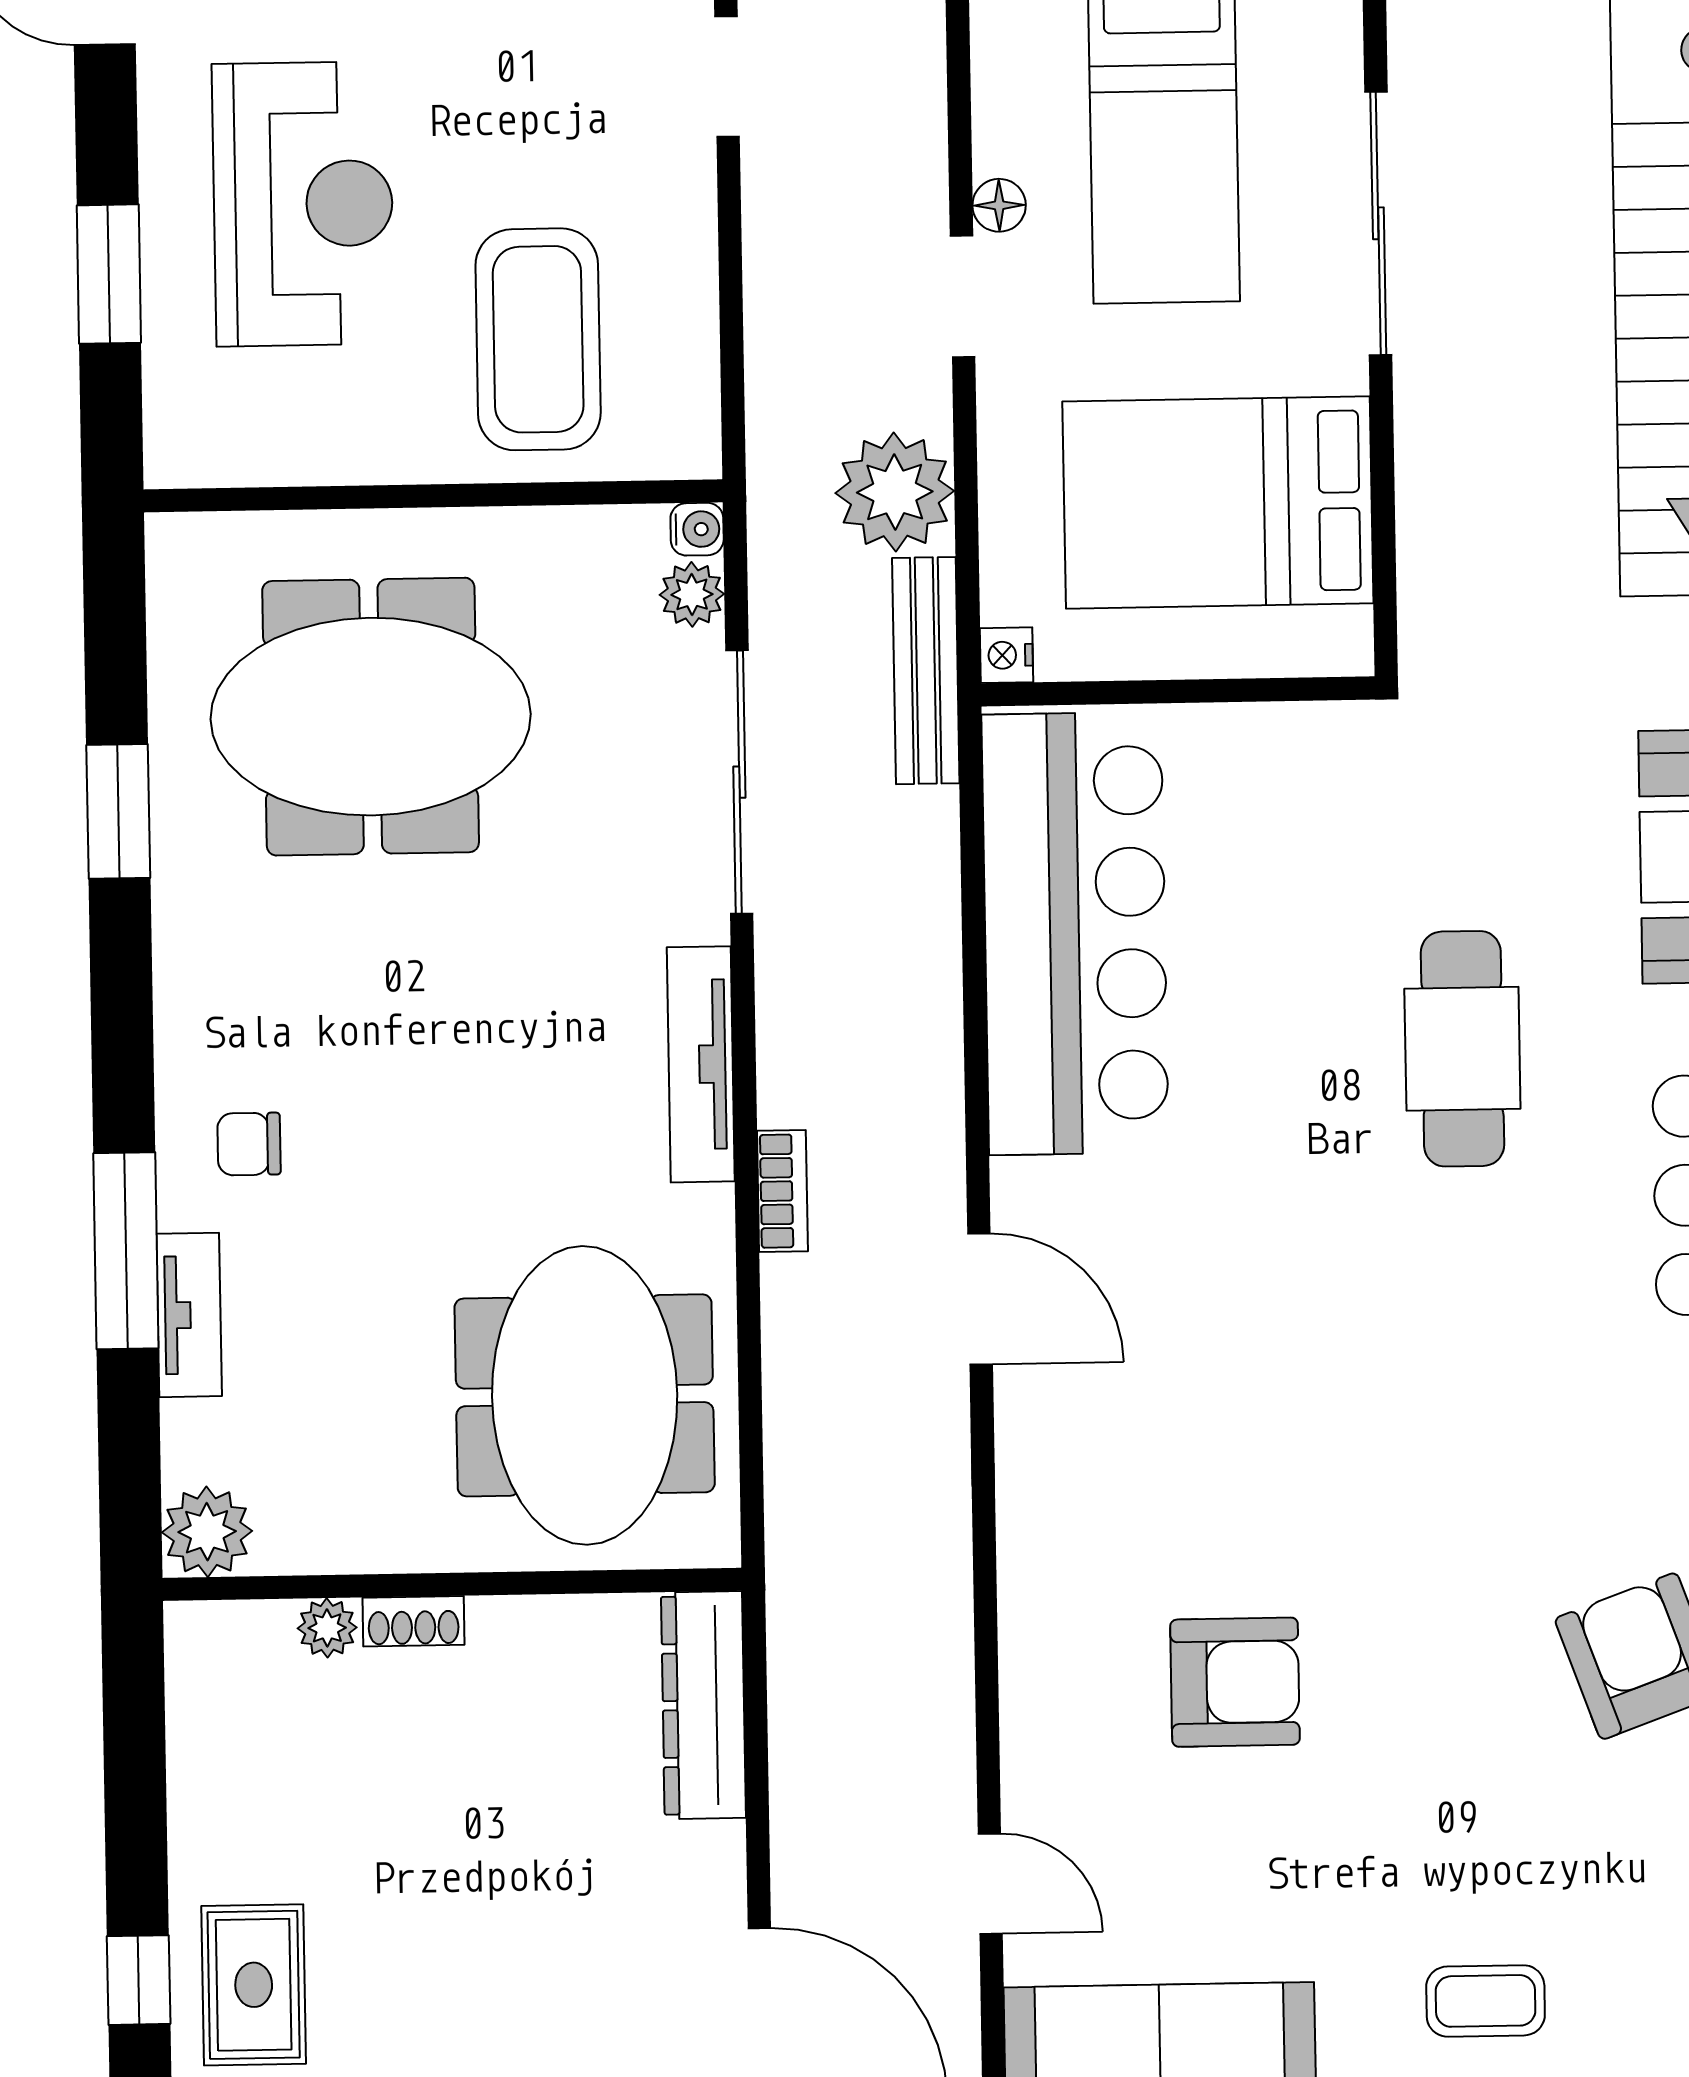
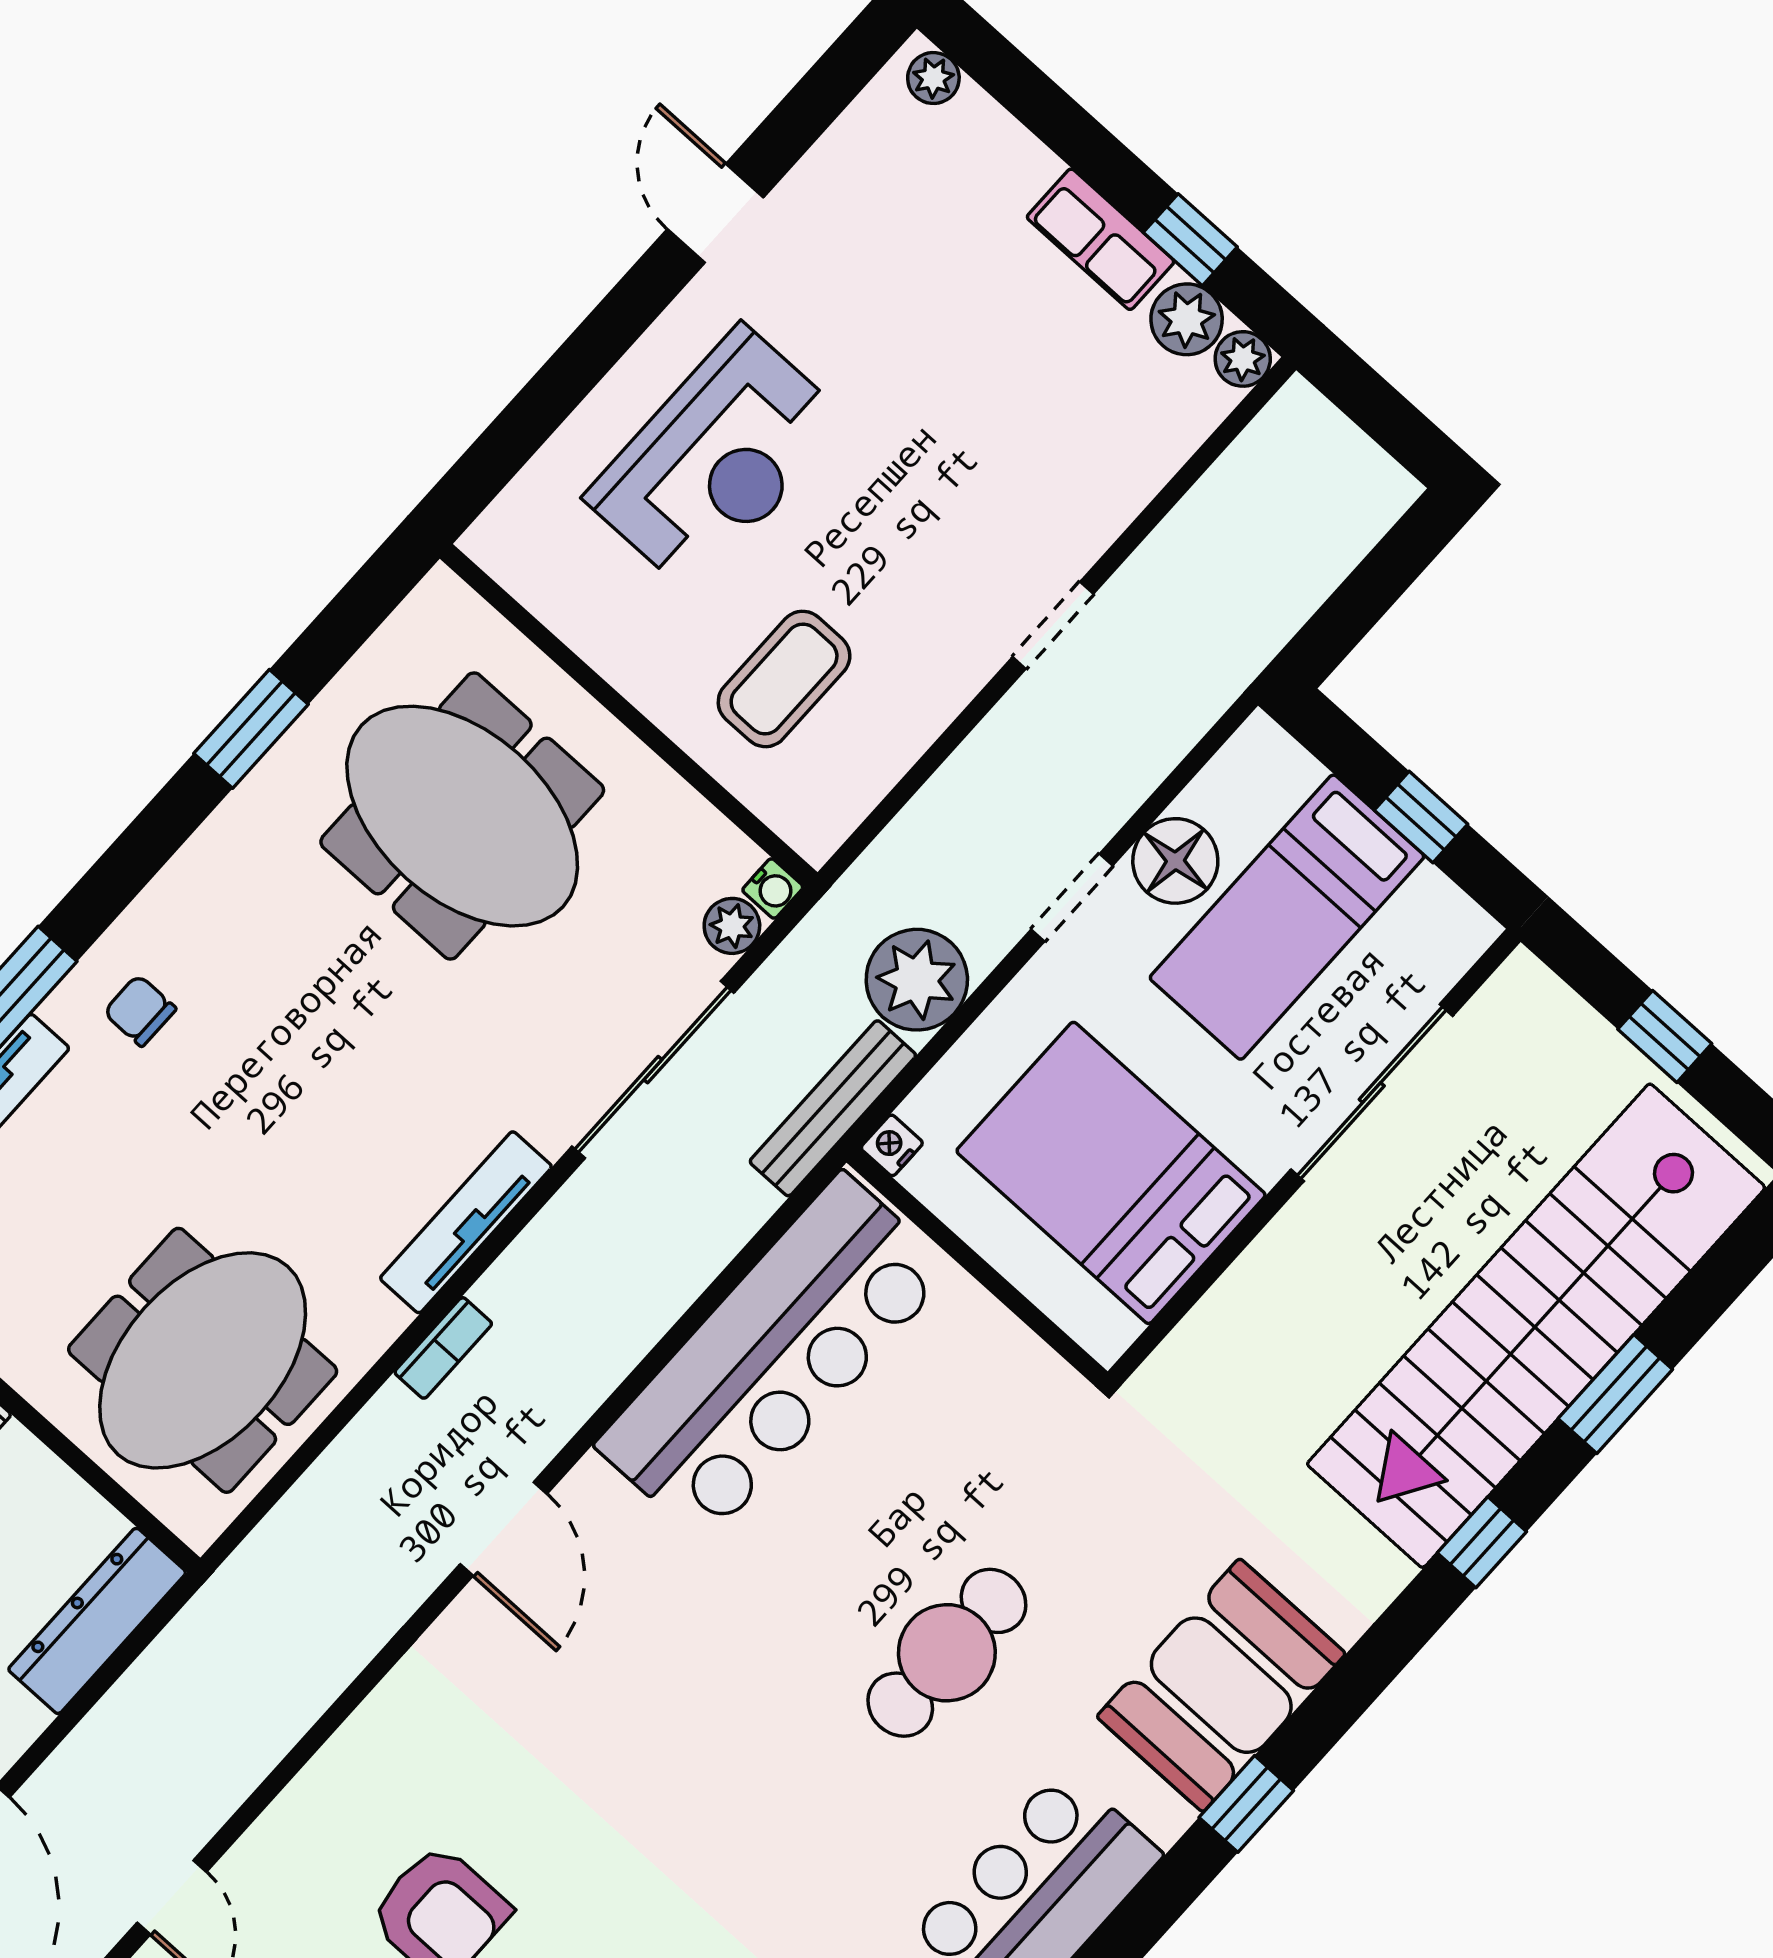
floor lamp: (999, 205) -> (1175, 861), width x1.89, depth x1.89
window: (109, 274) -> (556, 391), removed
coffee table: (538, 339) -> (784, 679), width x0.73, depth x0.76

